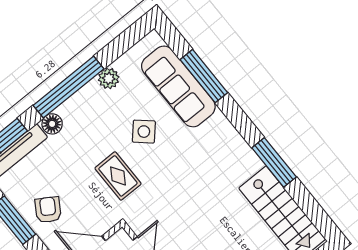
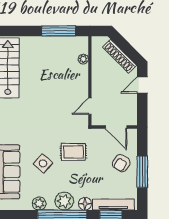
plant: (80, 106) -> (64, 201), added
rug: (118, 176) -> (73, 152), turned 90

